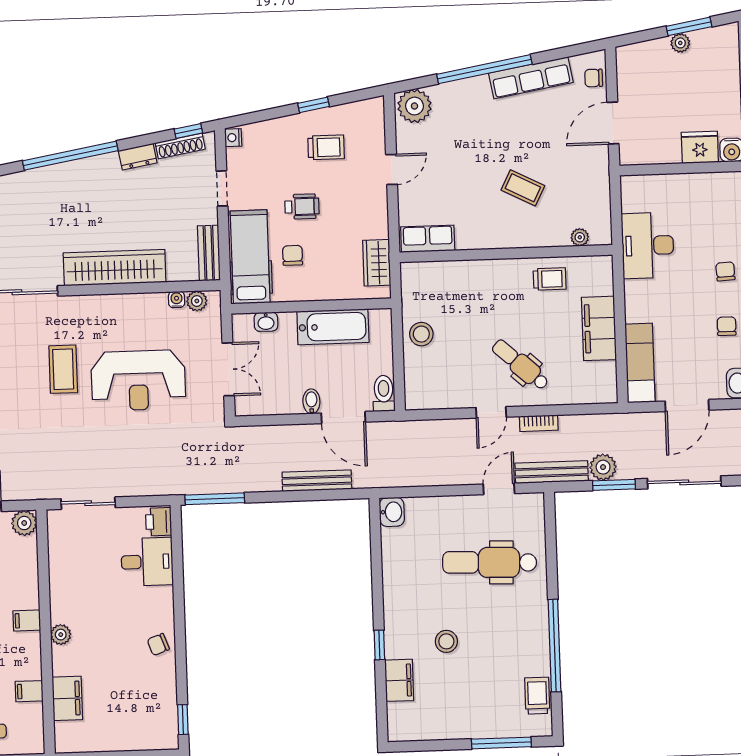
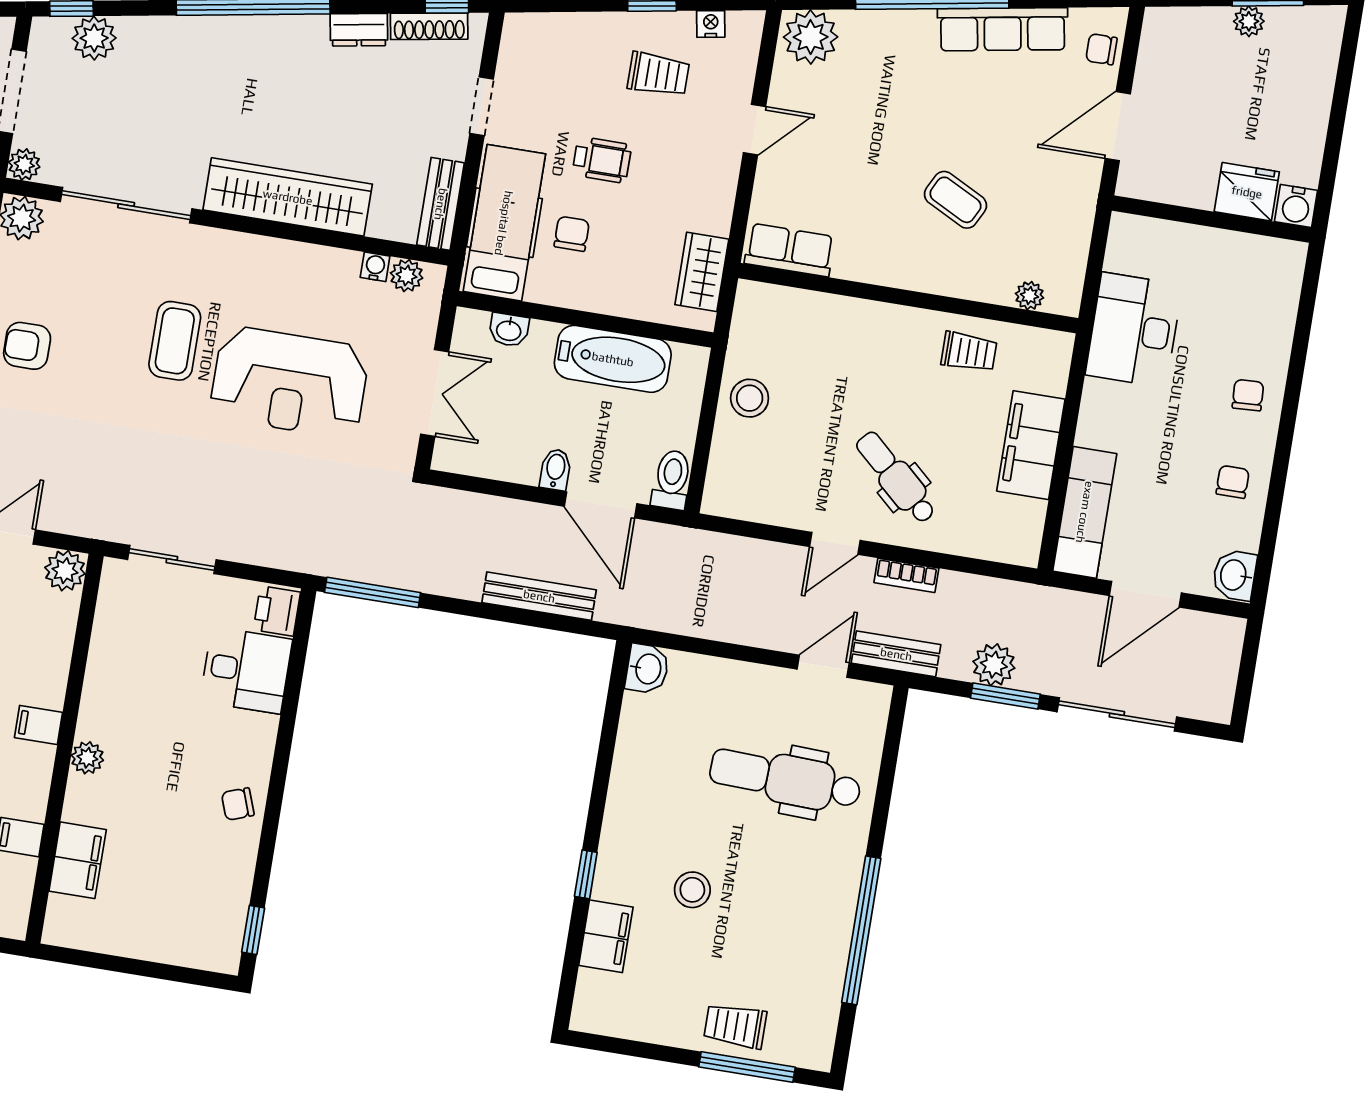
nightstand: (233, 138) -> (711, 24), moved, turned 80
bench: (552, 472) -> (896, 654), width x0.73
trolley: (537, 696) -> (735, 1026), moved, turned -90

